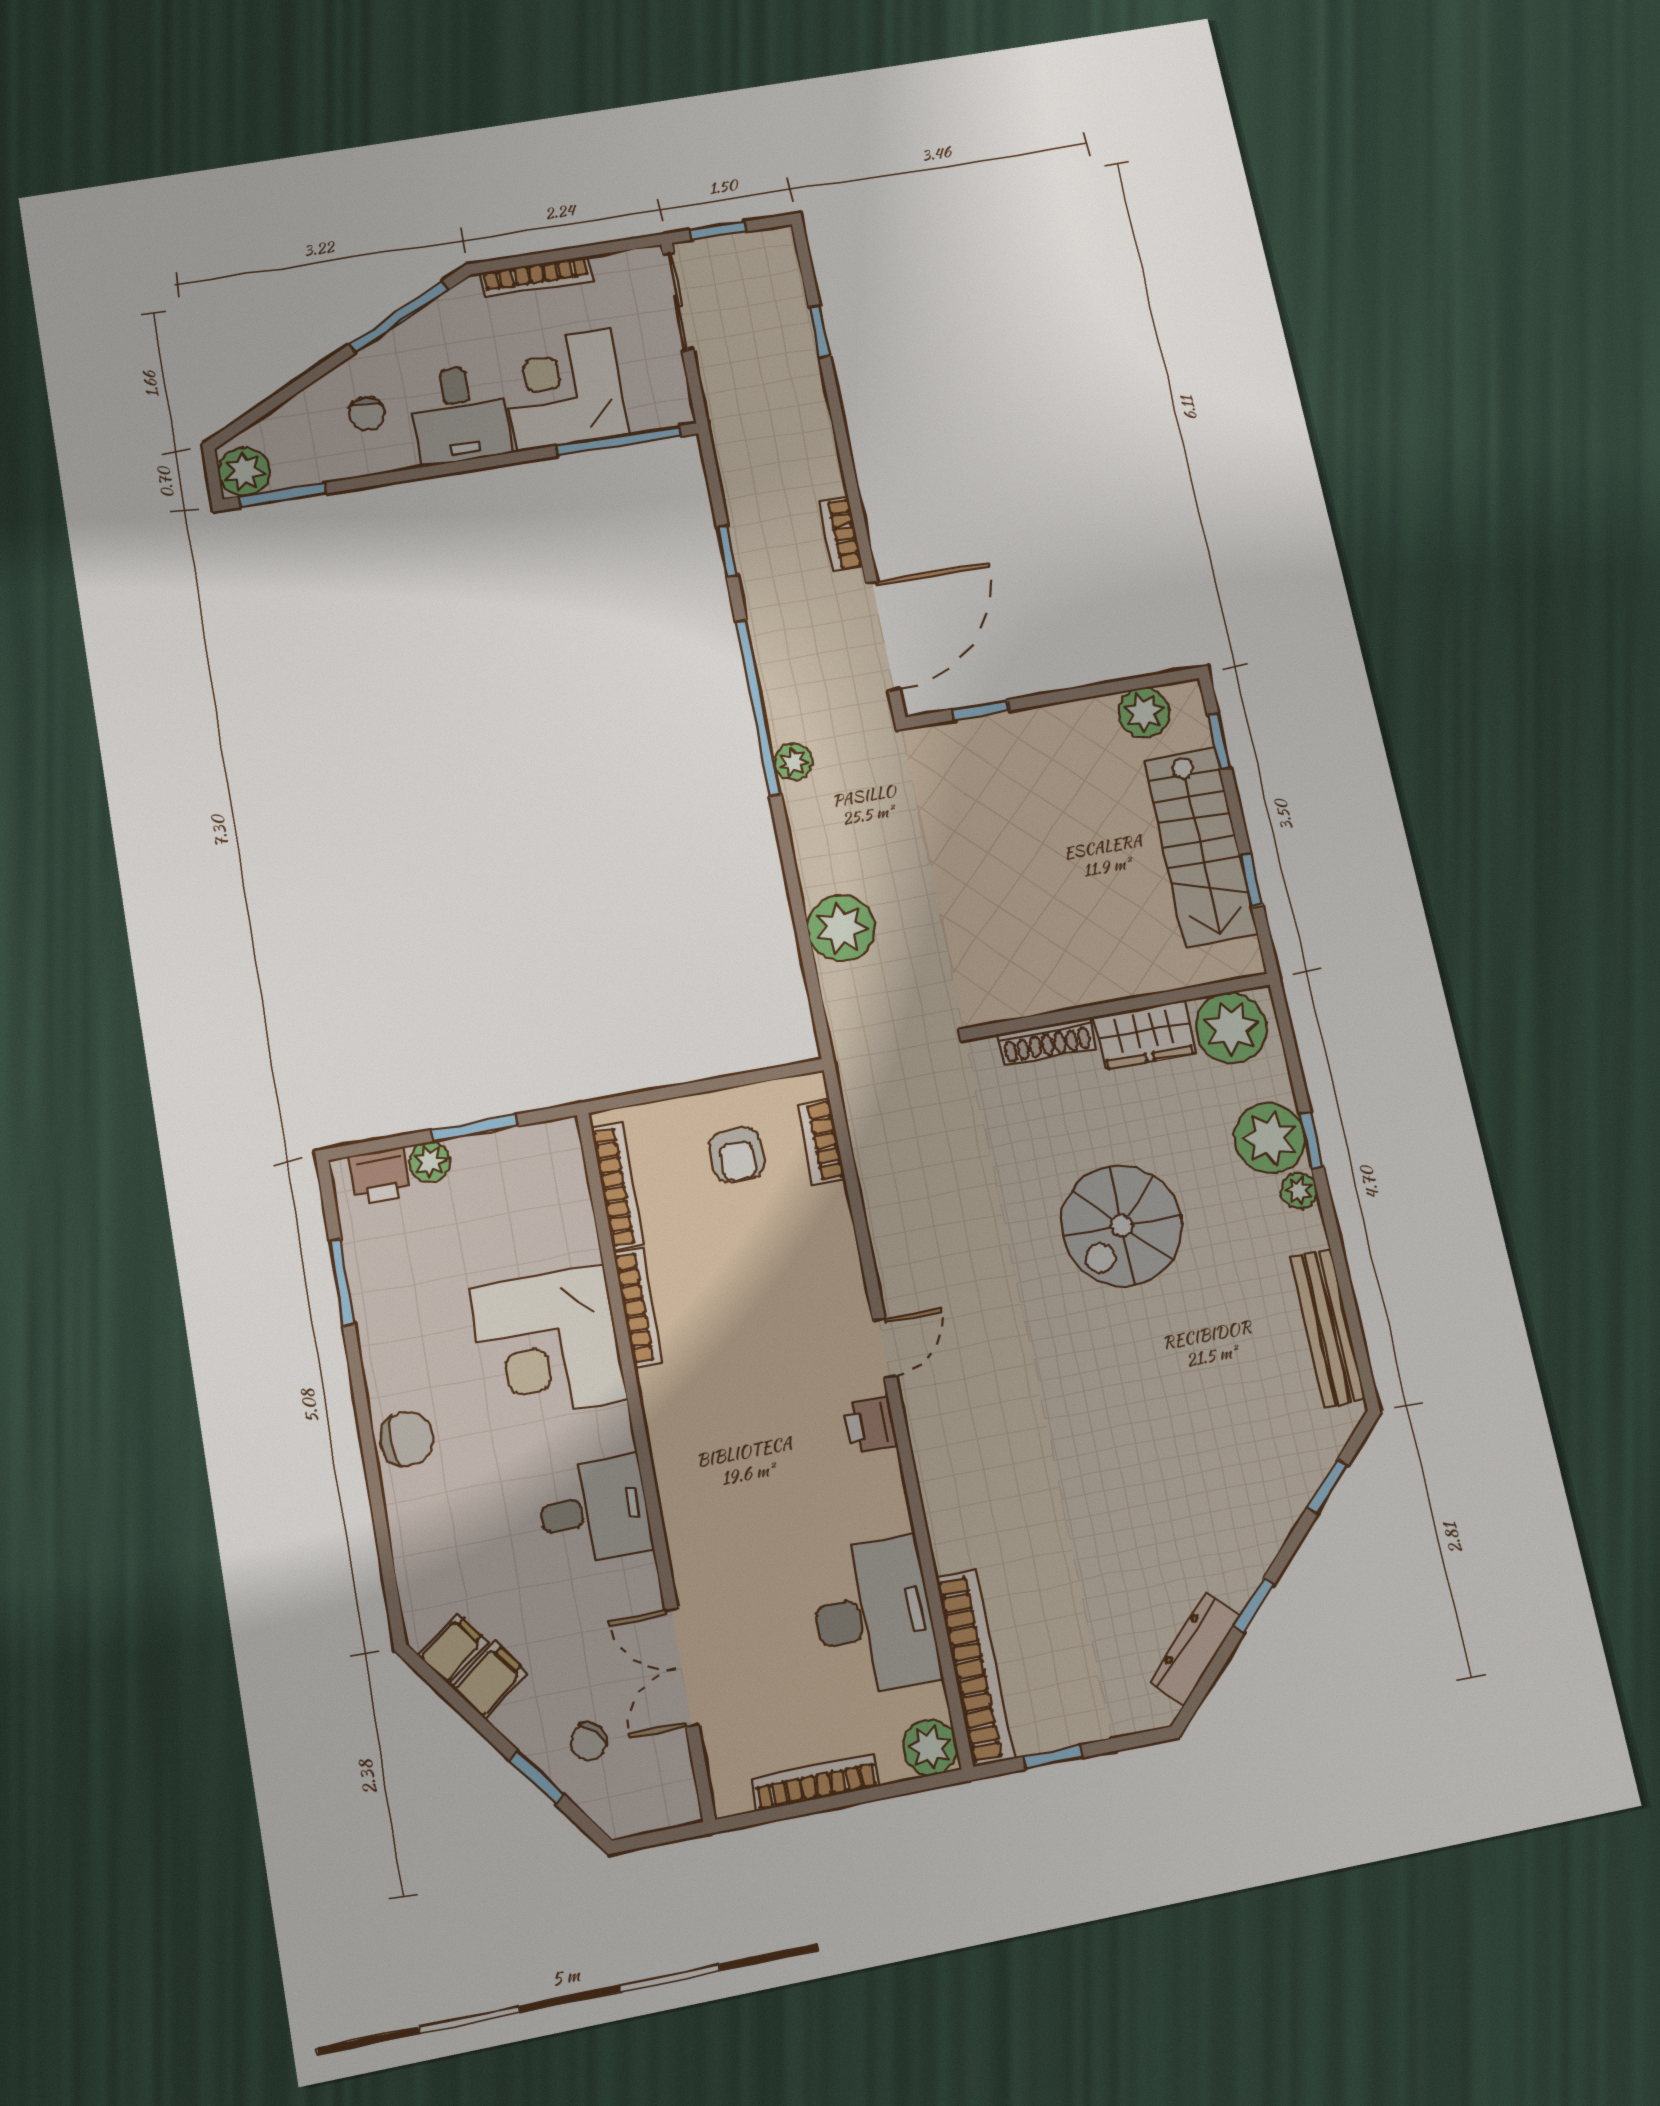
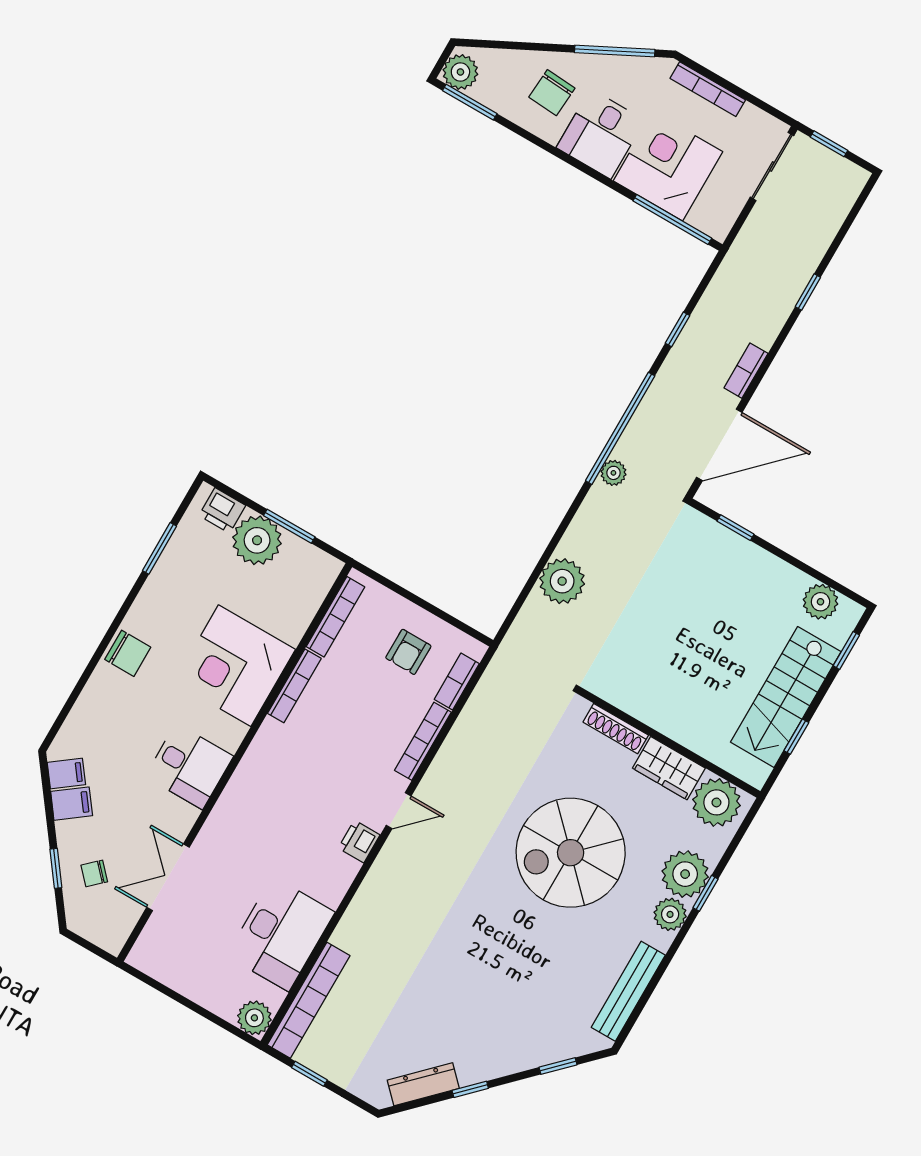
window: (820, 331) -> (808, 292), moved
chair: (367, 414) -> (552, 93), width x1.37, depth x1.37
plant: (430, 1162) -> (257, 540), width x1.88, depth x1.88
plant: (1299, 1191) -> (670, 914), width x1.38, depth x1.38
spiral stairs: (1122, 1226) -> (571, 853), width x1.37, depth x1.37
bookcase: (816, 1782) -> (423, 741), moved, turned -90

